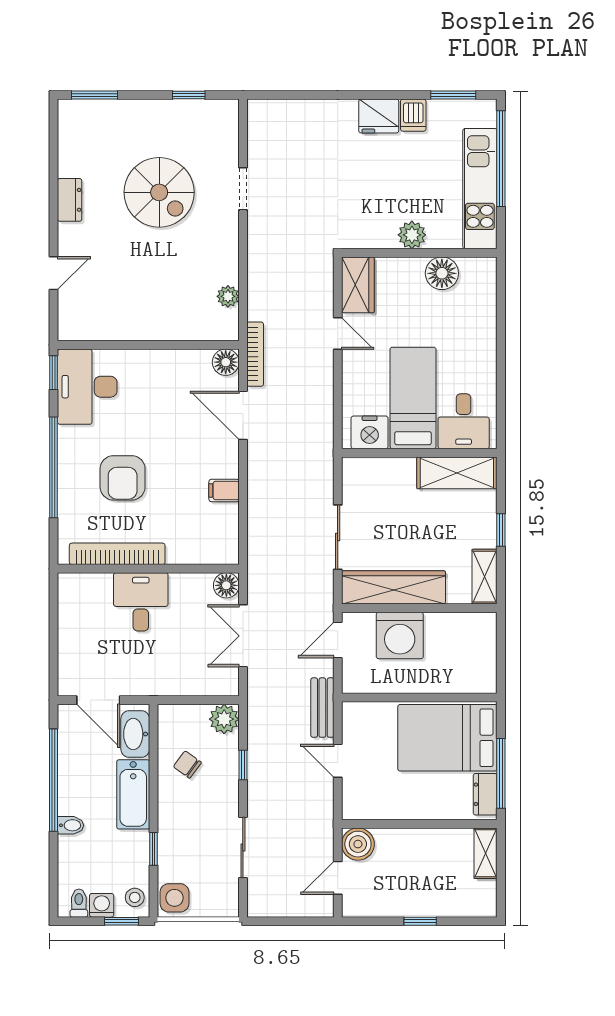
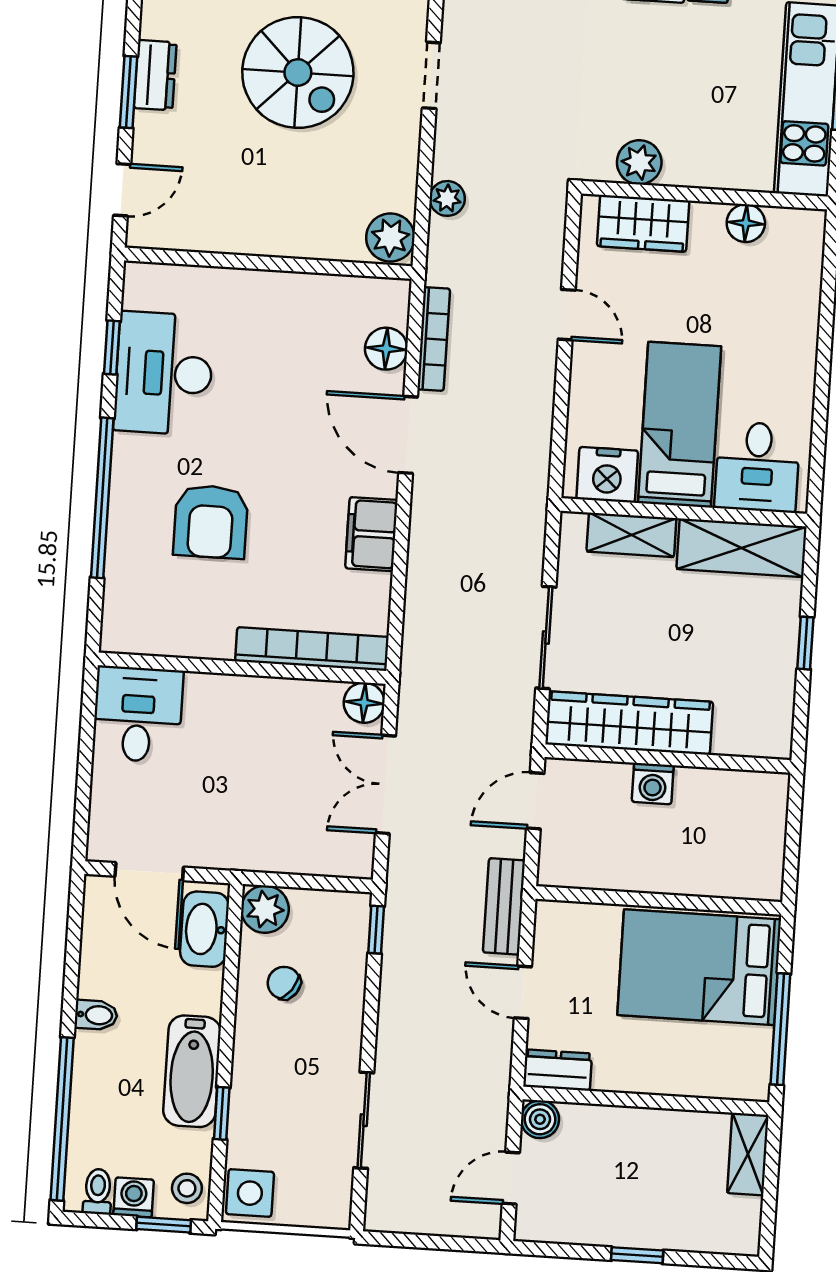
window: (54, 212) -> (128, 92), added
plant: (412, 235) -> (639, 162), moved
plant: (258, 265) -> (447, 198), added
floor lamp: (442, 273) -> (746, 223), width x0.73, depth x0.73
wardrobe: (358, 285) -> (643, 223), moved, turned 90
plant: (228, 296) -> (390, 238), width x1.38, depth x1.38
wall: (148, 345) -> (268, 263), moved
filing cabinet: (224, 490) -> (371, 534), width x2.00
bookcase: (117, 554) -> (312, 649), moved
shelving: (485, 577) -> (631, 535), moved, turned 90
desk: (141, 602) -> (138, 714), moved
washing machine: (400, 635) -> (653, 784), width x0.53, depth x0.53
plant: (224, 719) -> (265, 909), moved
window: (243, 765) -> (376, 930), moved
window: (54, 780) -> (62, 1119), moved
bathtub: (133, 794) -> (192, 1071), moved
dresser: (485, 794) -> (558, 1070), moved, turned 90
bidet: (71, 825) -> (96, 1015), moved
boiler: (358, 844) -> (540, 1119), width x0.73, depth x0.73

